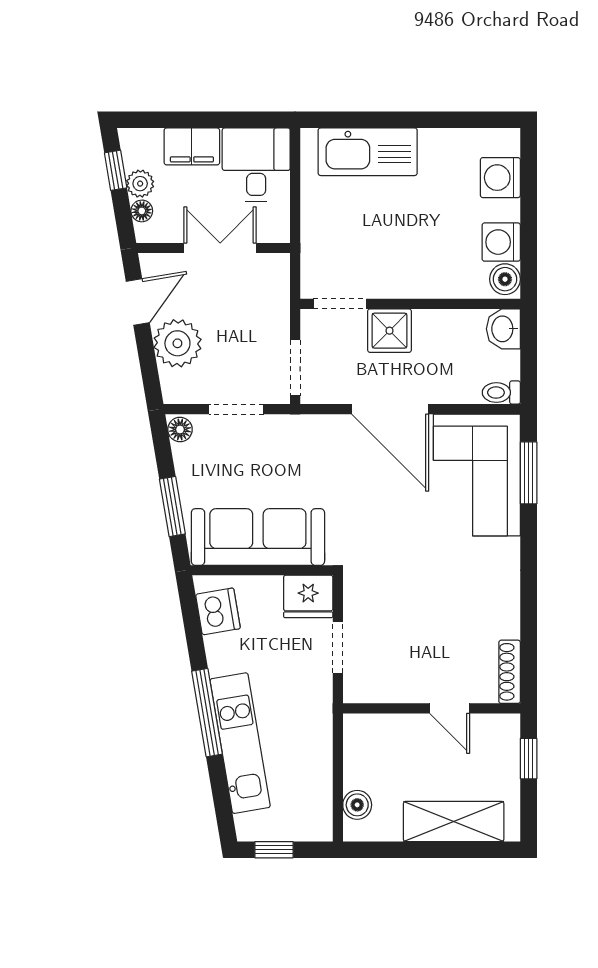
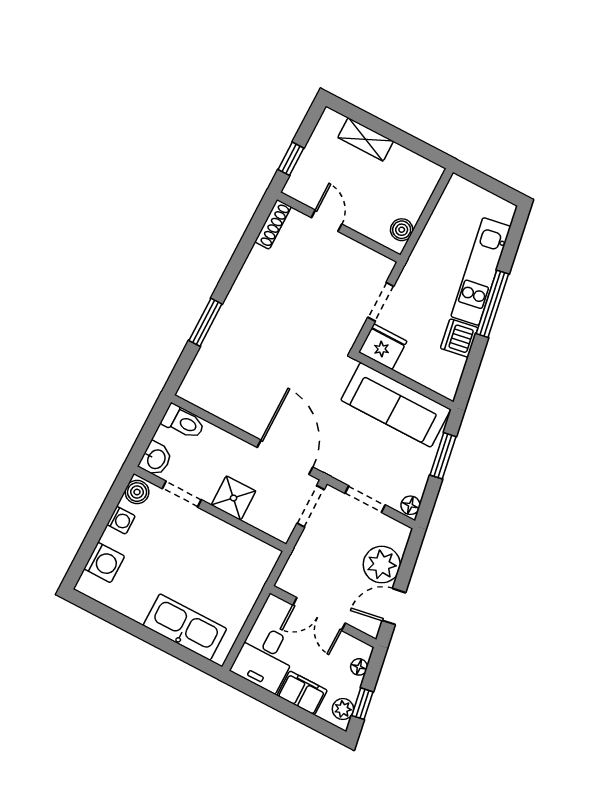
plant: (140, 184) -> (343, 709), moved
washing machine: (501, 242) -> (121, 520), width x0.73, depth x0.73
doorway: (340, 304) -> (182, 494), moved
toilet: (501, 393) -> (183, 422), width x1.37, depth x1.39
door: (390, 409) -> (285, 457), moved
window: (529, 473) -> (205, 322), moved
corner sofa: (477, 475) -> (225, 369), removed
dishwasher: (218, 611) -> (459, 338), moved
boiler: (357, 805) -> (402, 230), moved
shelving: (454, 821) -> (366, 139), width x0.67, depth x0.75
window: (274, 850) -> (496, 187), removed

